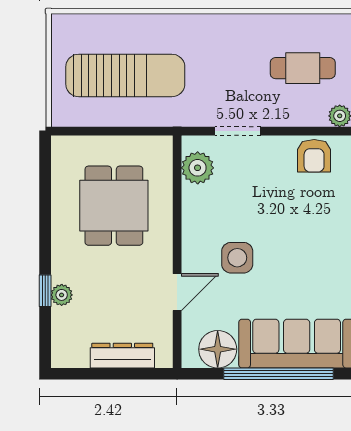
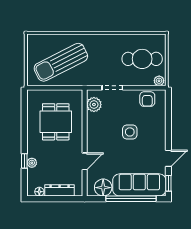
cafe table: (303, 68) -> (142, 59), width x1.37, depth x1.35
sun lounger: (125, 75) -> (61, 62), turned 153
side table: (237, 258) -> (130, 132), moved
floor lamp: (78, 358) -> (39, 192), added

